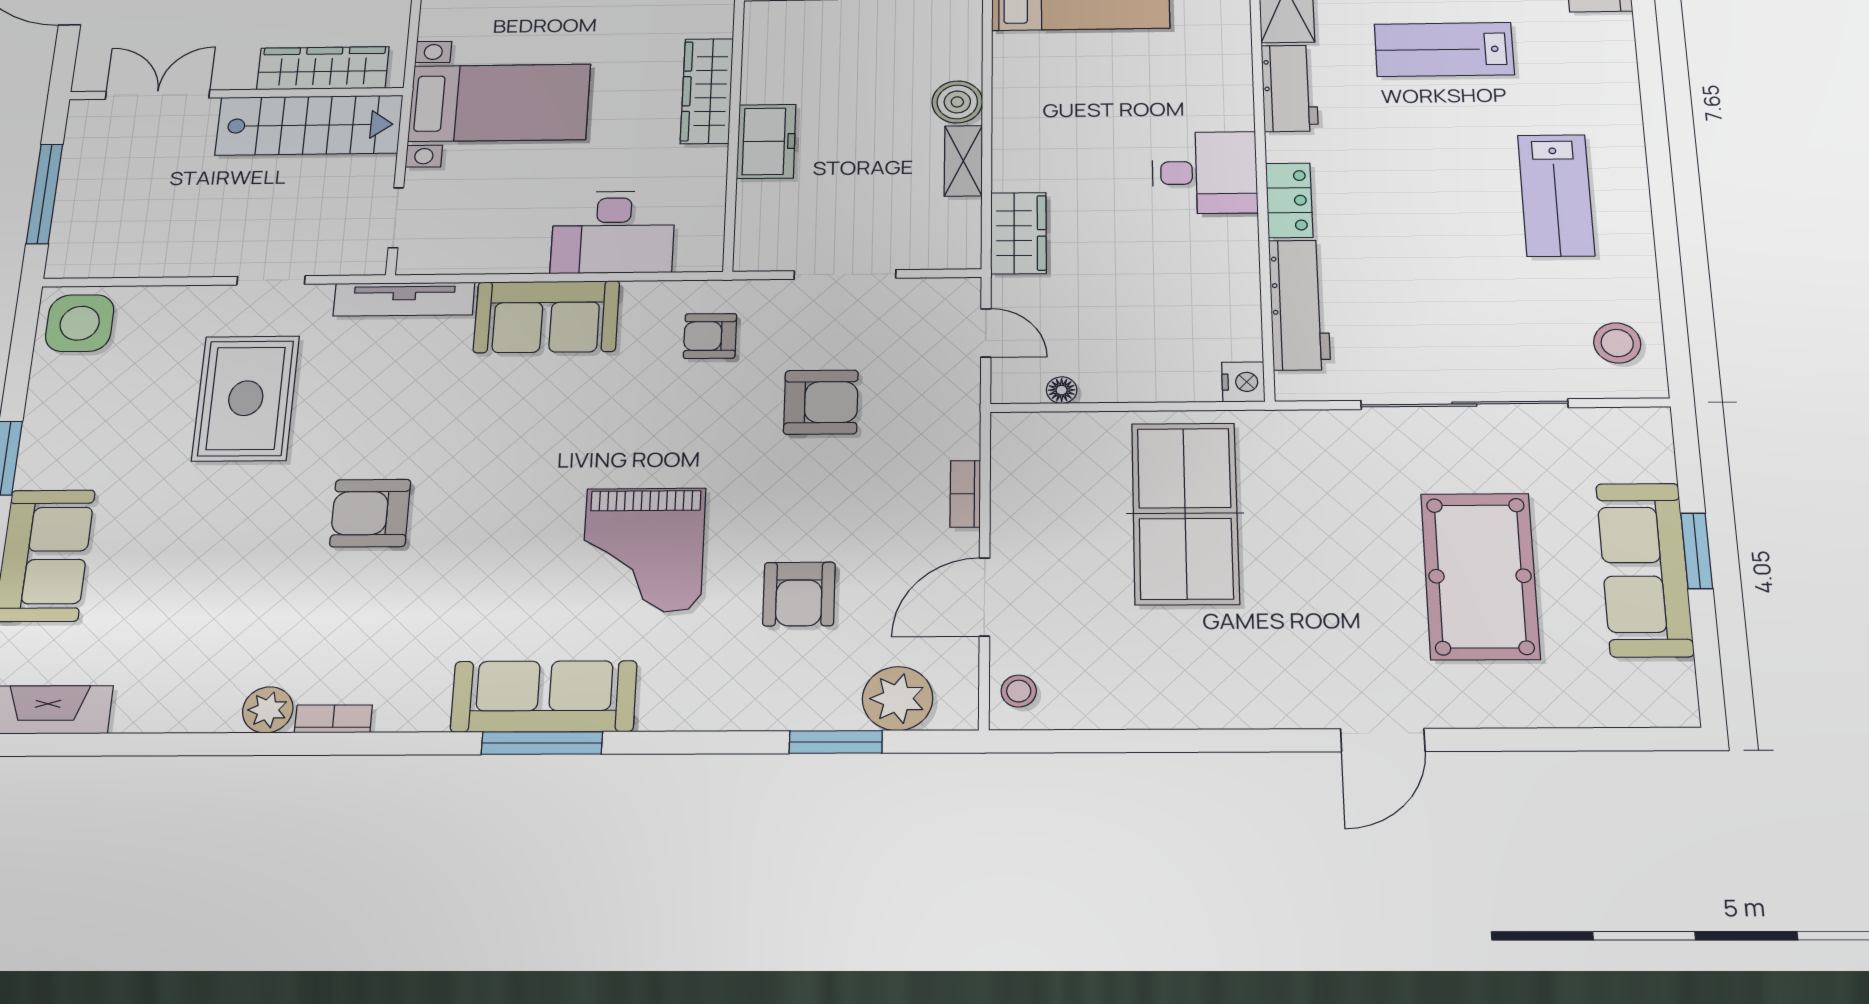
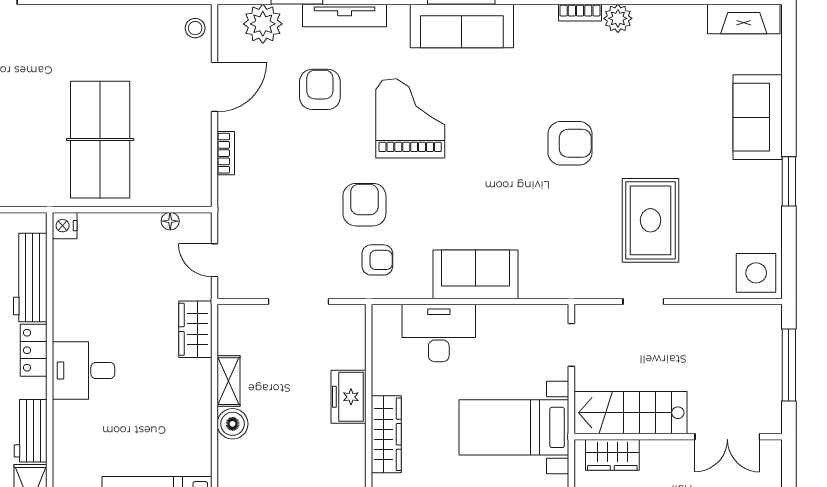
wardrobe: (323, 68) -> (612, 455), width x0.67
tv unit: (404, 299) -> (345, 15), moved, turned 180
armchair: (821, 402) -> (364, 205), moved, turned 90

